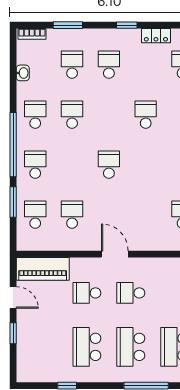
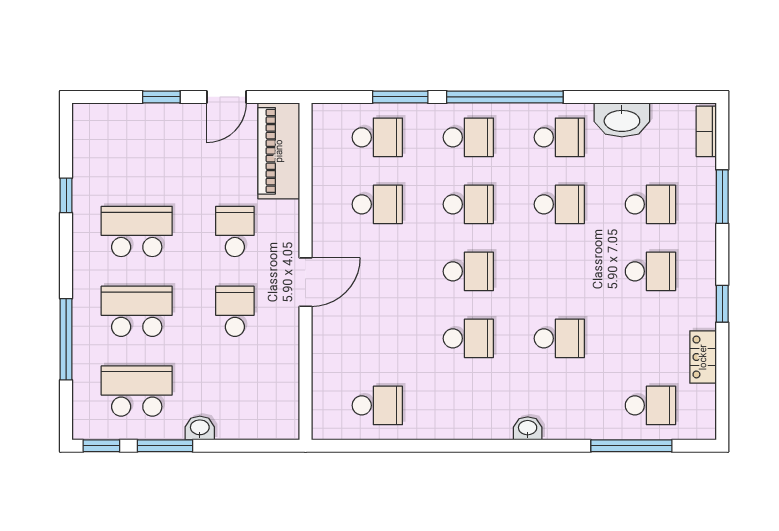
washbasin: (23, 73) -> (622, 120), width x1.91, depth x1.45
school desk: (72, 165) -> (468, 204), added
school desk: (146, 165) -> (468, 338), added

